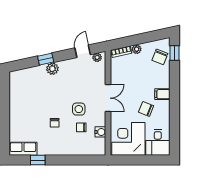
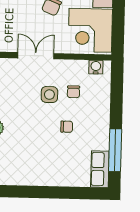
water cooler: (100, 132) -> (96, 67), moved
window: (38, 160) -> (115, 150), width x2.17

